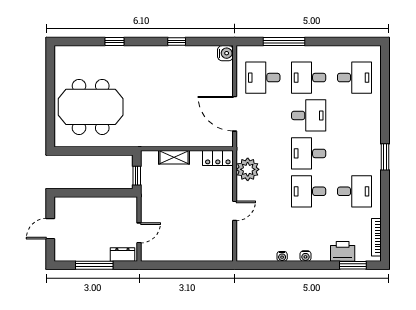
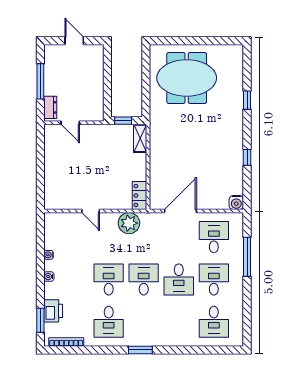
meeting table: (91, 107) -> (187, 78), turned 90
shelving: (174, 157) -> (140, 138), moved

